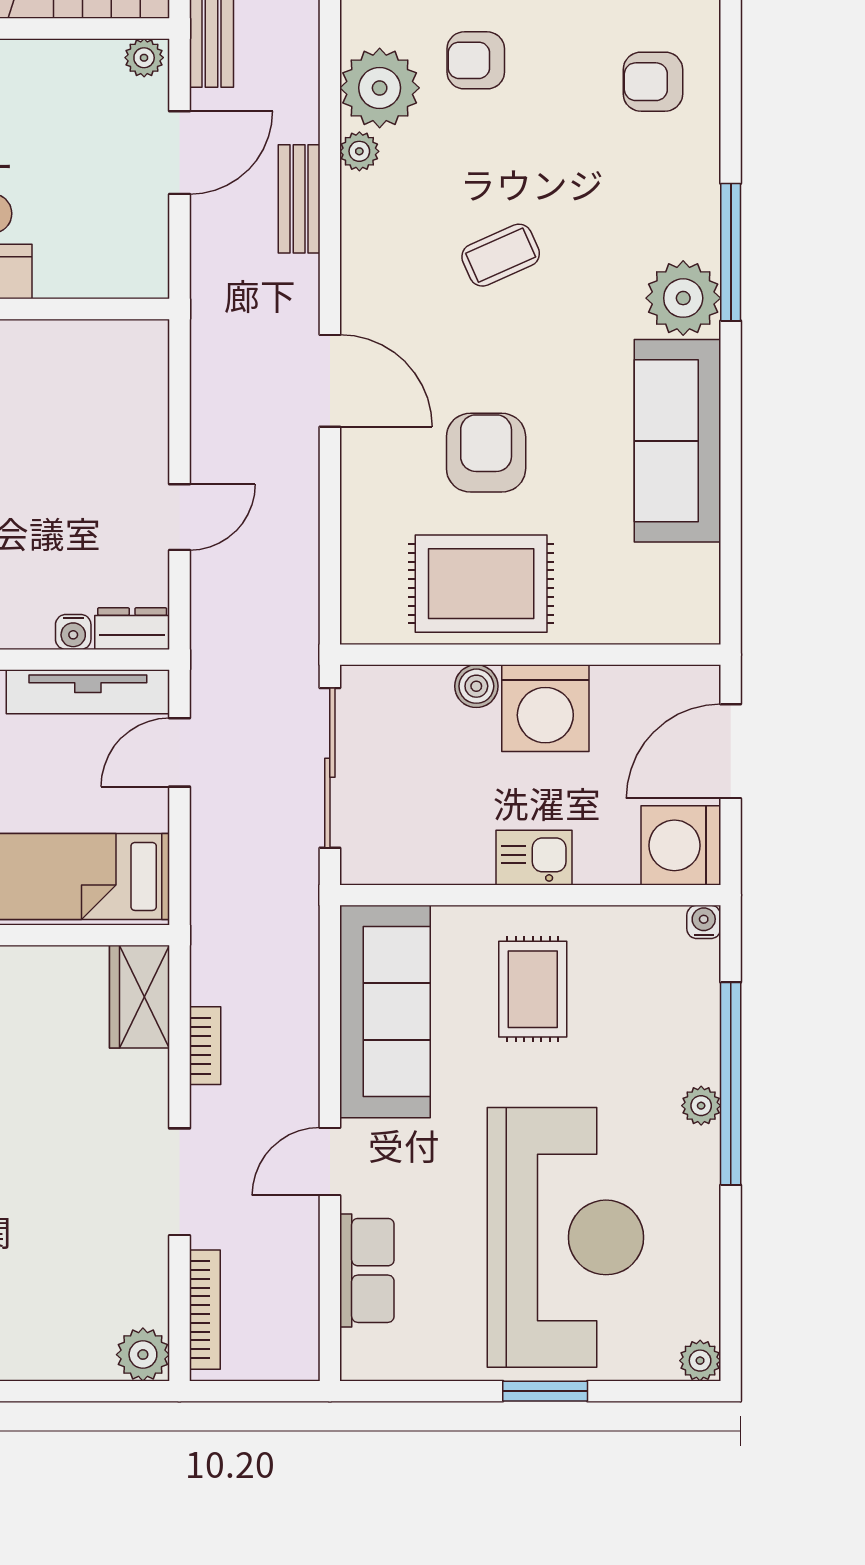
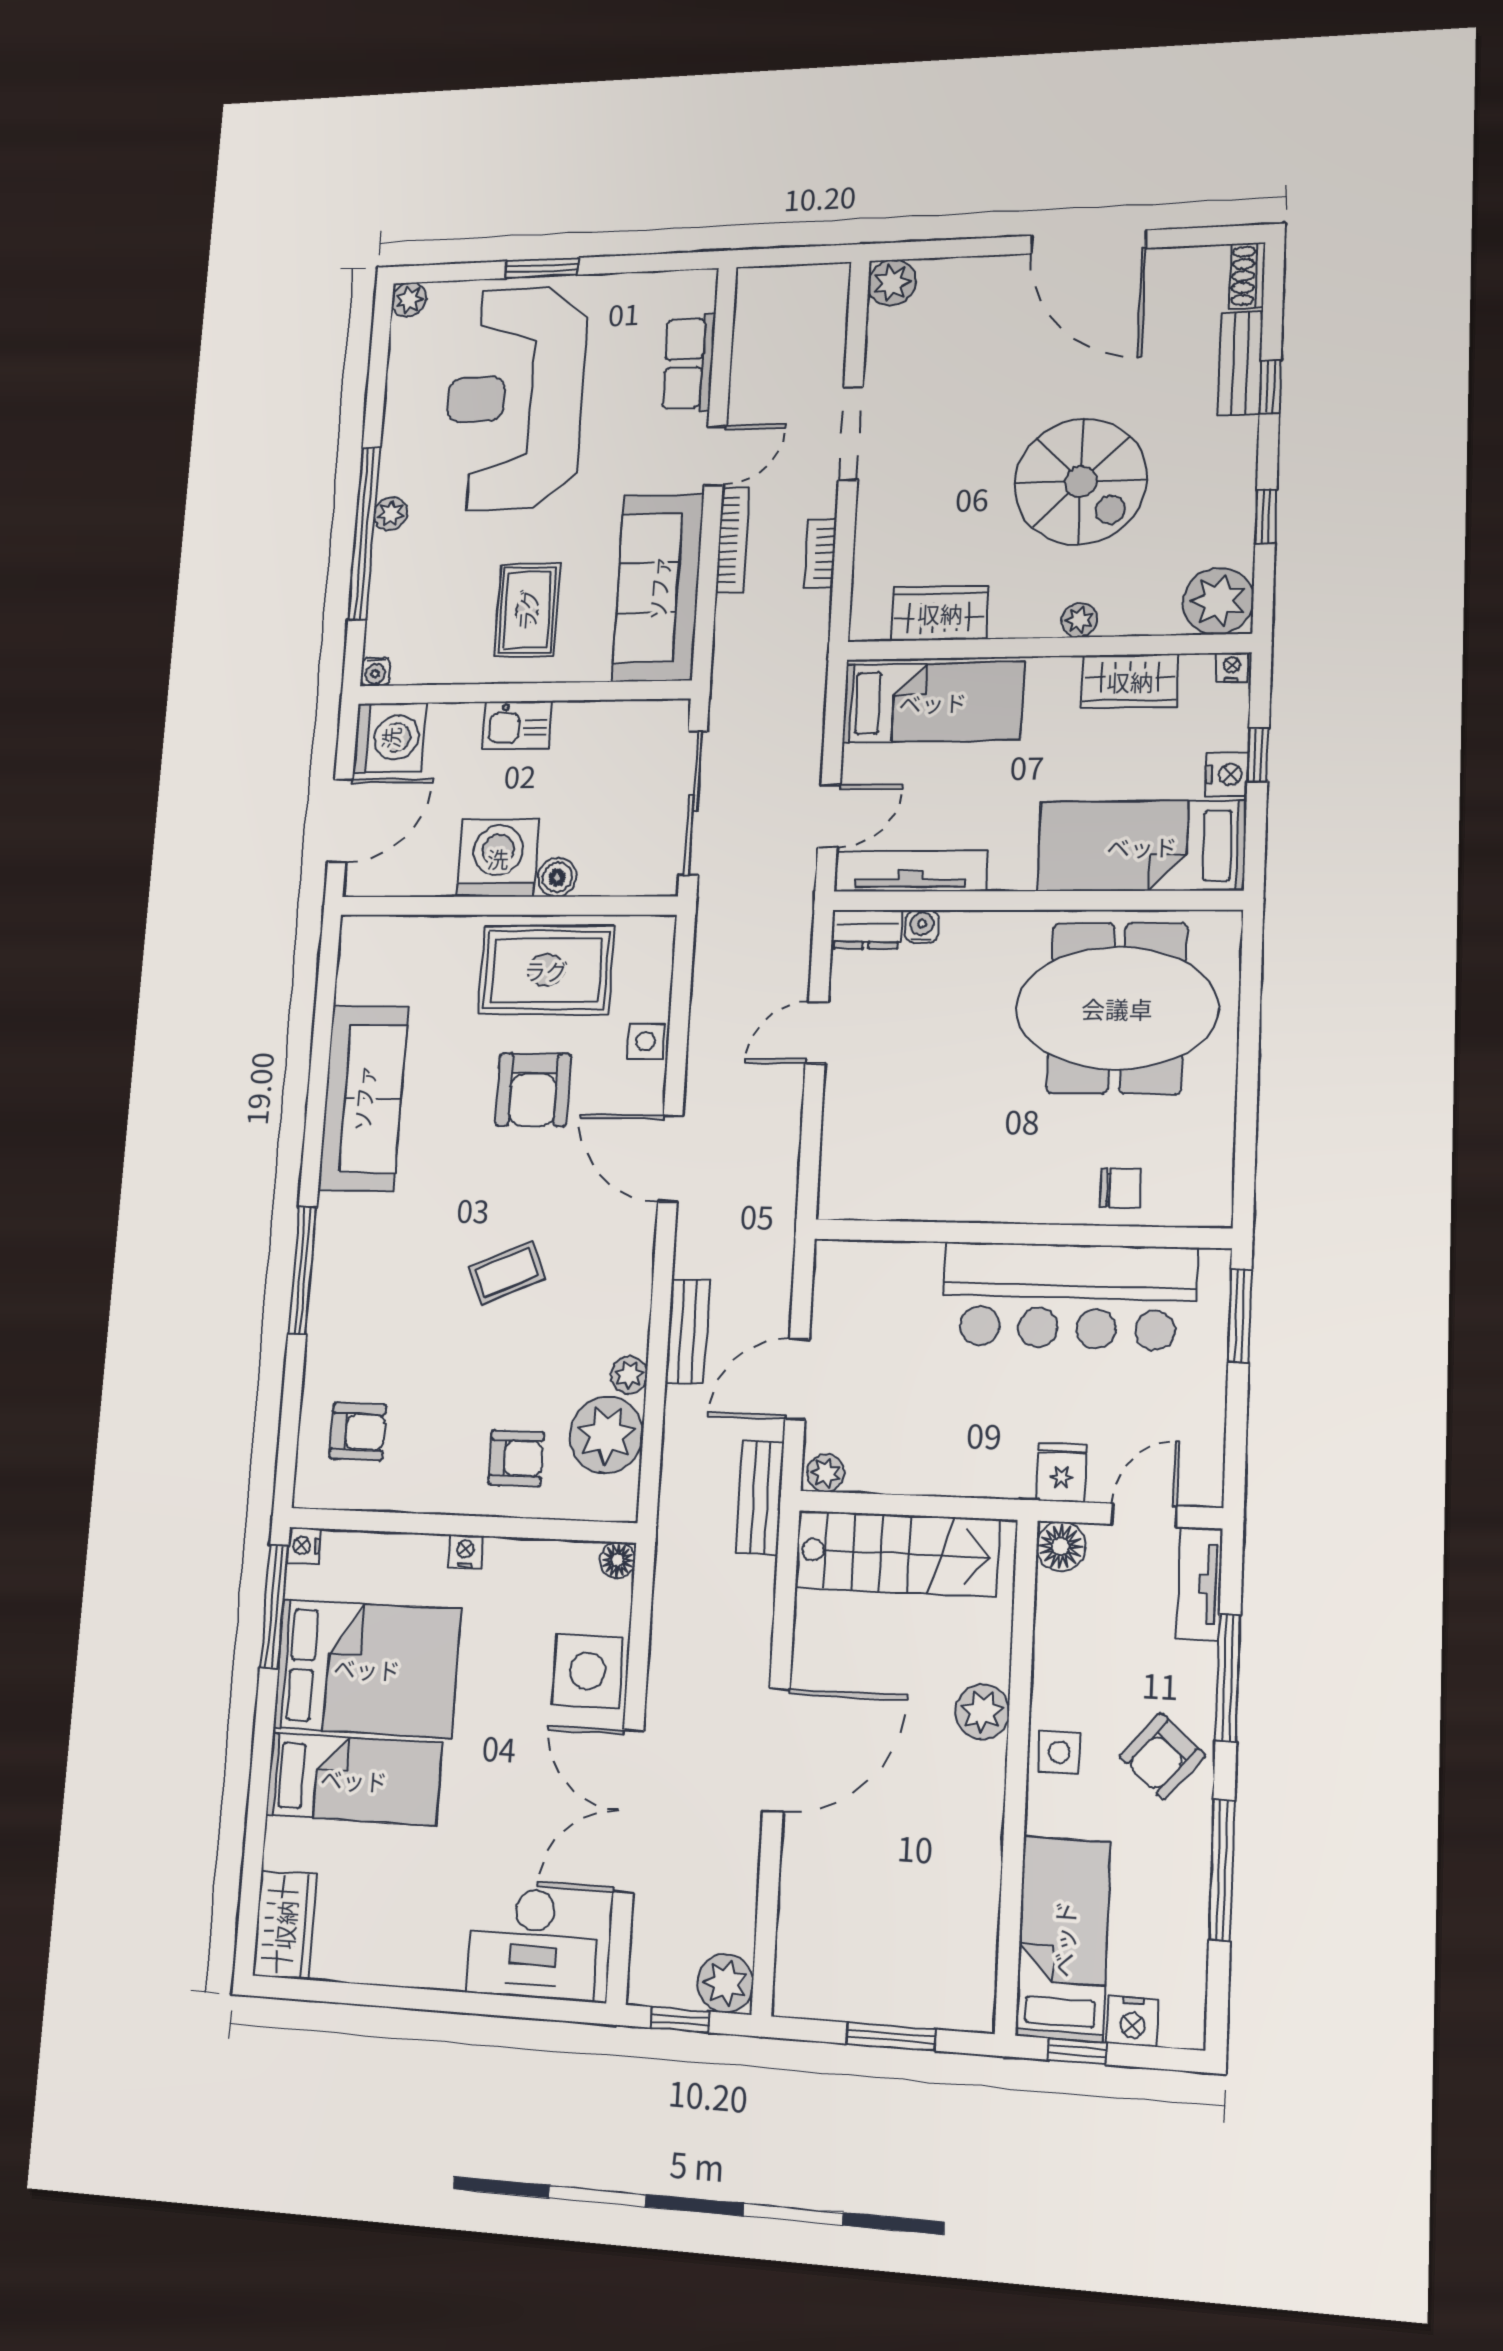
plant: (683, 298) -> (347, 1229), removed
side table: (365, 506) -> (646, 1041), added
wardrobe: (140, 997) -> (940, 613), moved, turned -90
bookcase: (205, 1310) -> (732, 540), moved, turned 180

